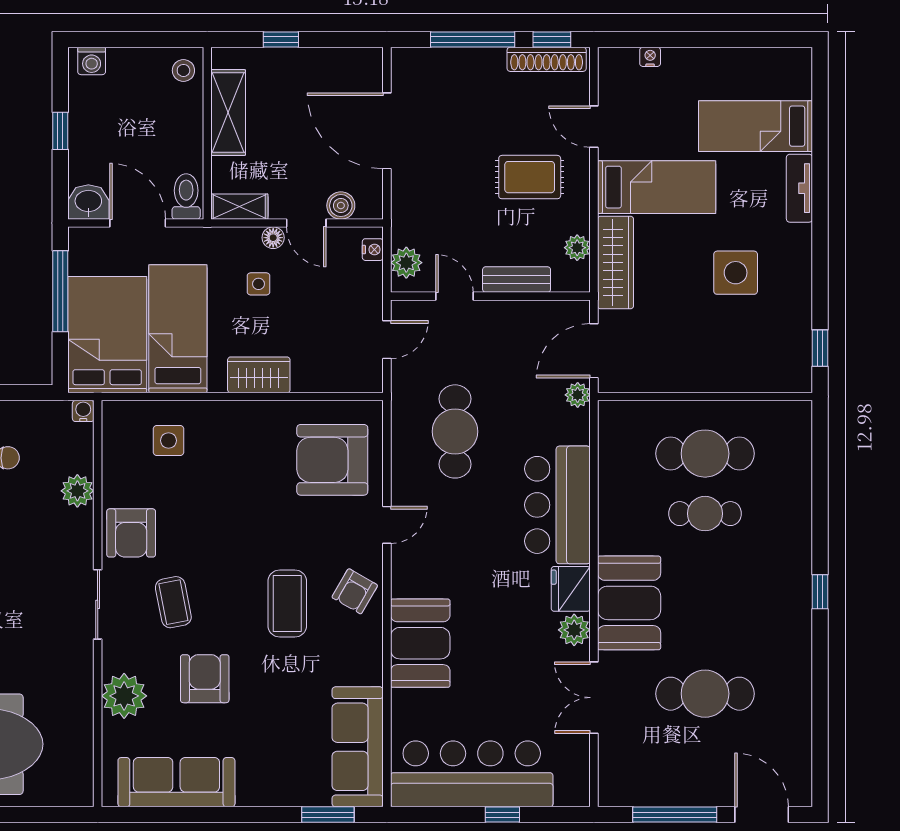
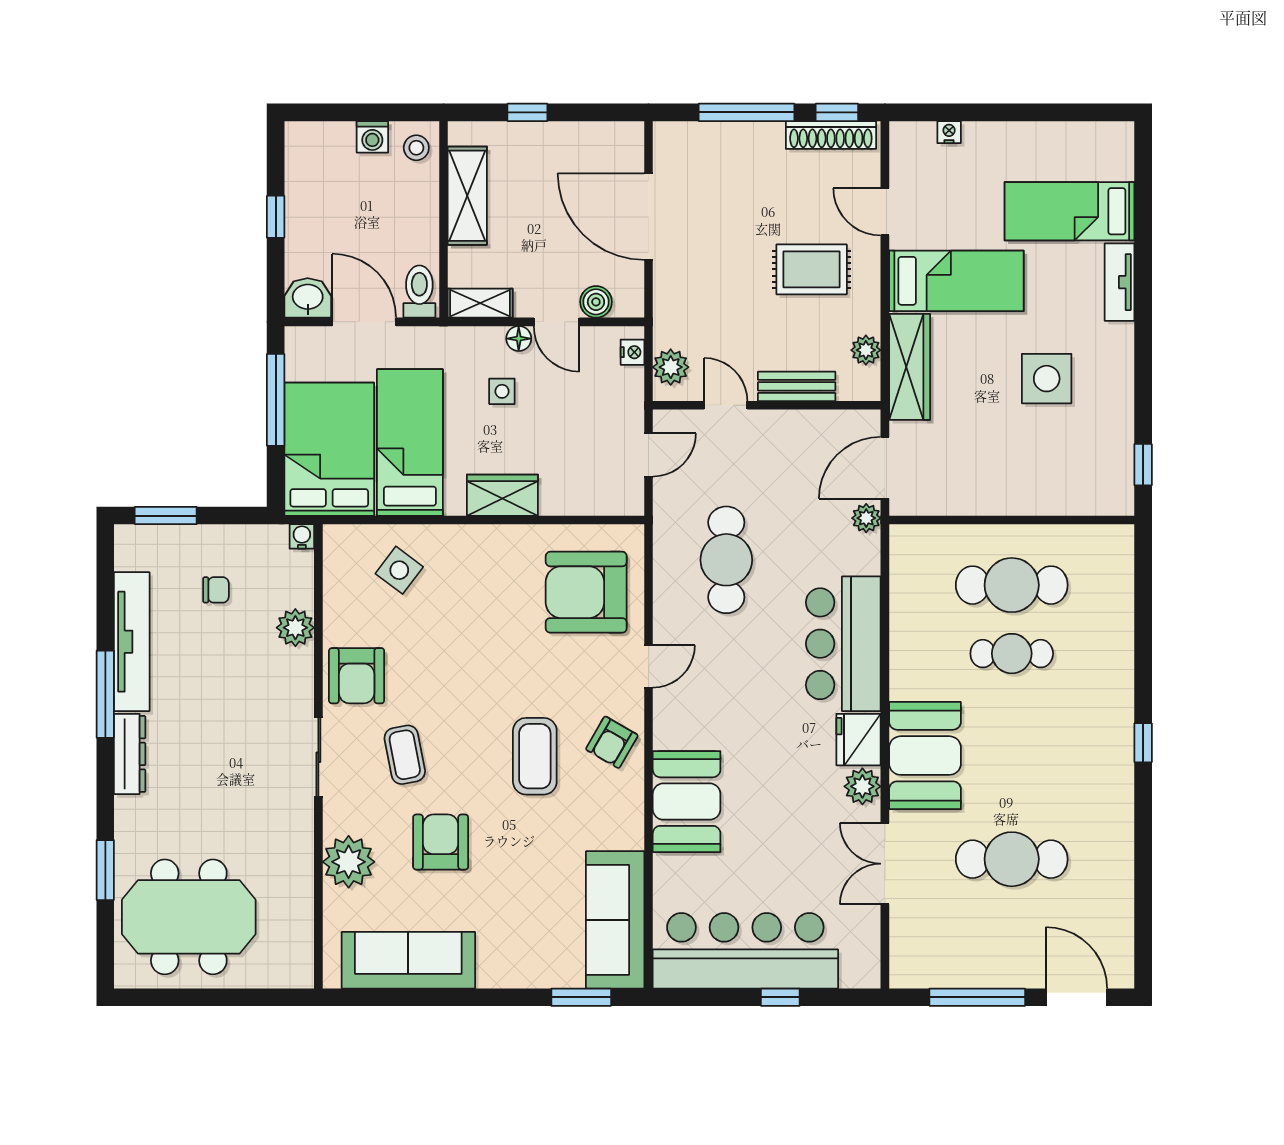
washing machine: (92, 61) -> (372, 137), moved
side table: (168, 441) -> (399, 570), turned 37

